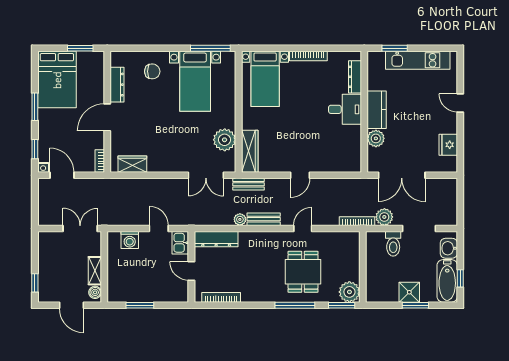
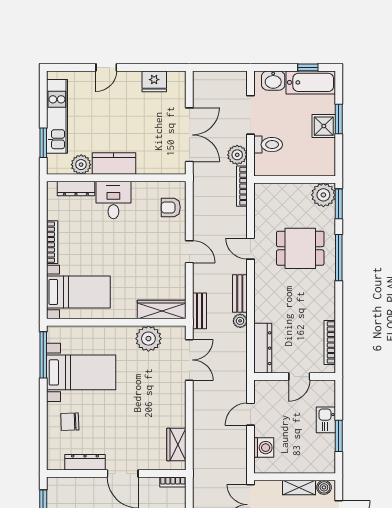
chair: (152, 71) -> (70, 422), turned -92
plant: (376, 138) -> (81, 165), moved
armchair: (338, 159) -> (171, 207), added
kitchen sink: (180, 243) -> (326, 420), moved, turned 90

